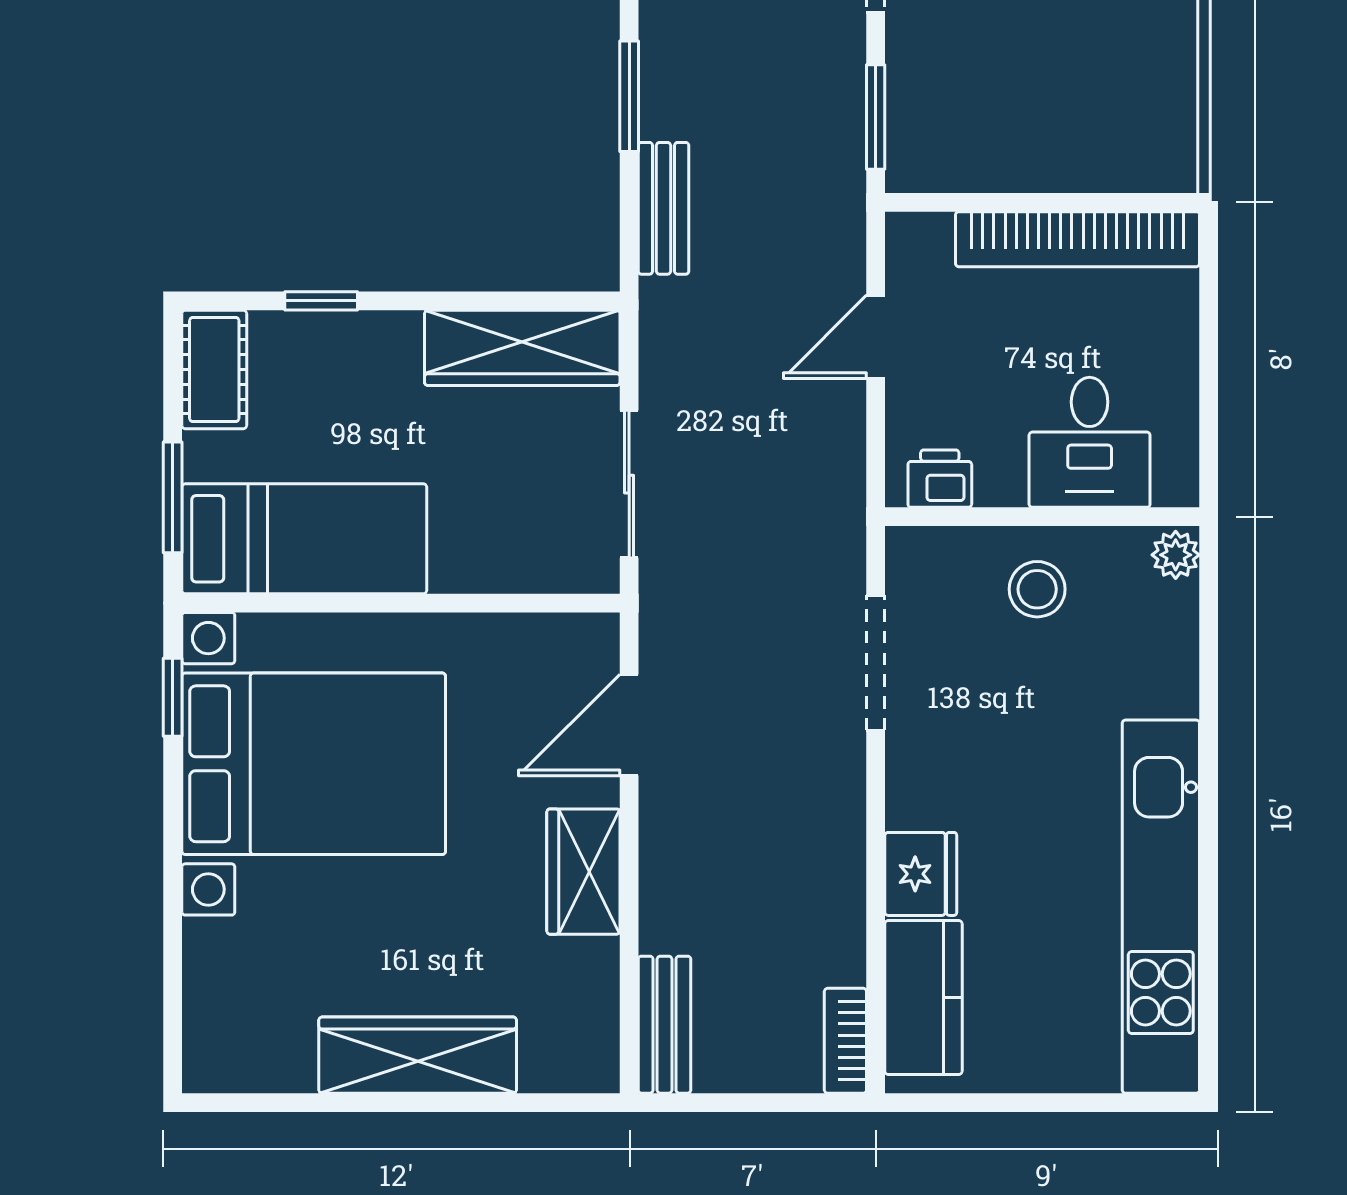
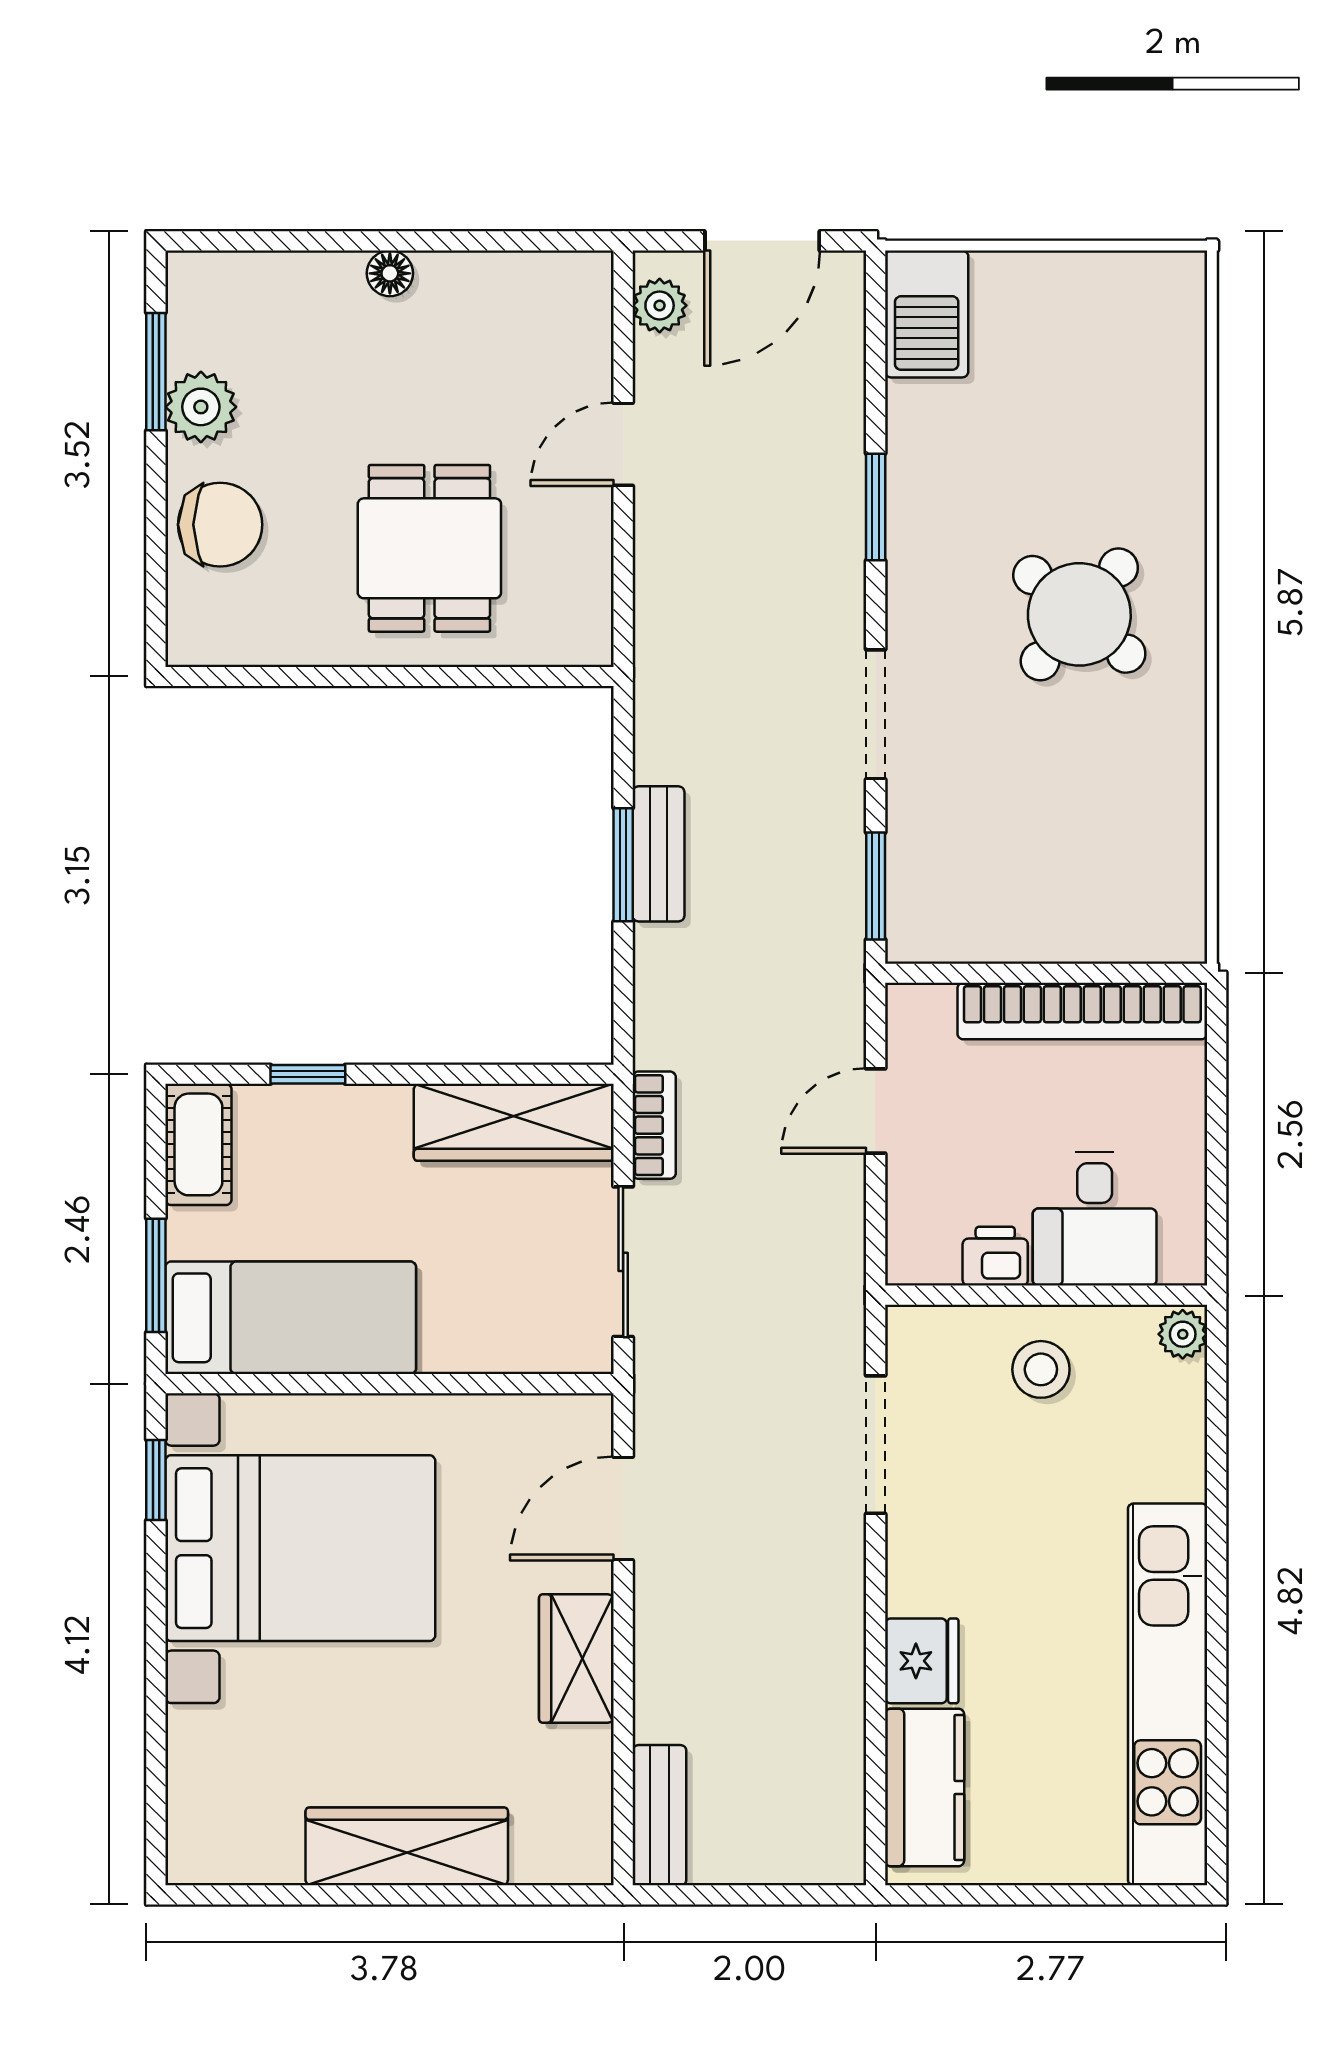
bench: (664, 208) -> (658, 854), moved
printer: (940, 479) -> (995, 1256), moved
bookcase: (845, 1041) -> (654, 1125), moved, turned 180

